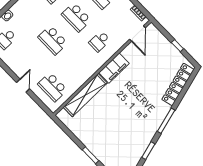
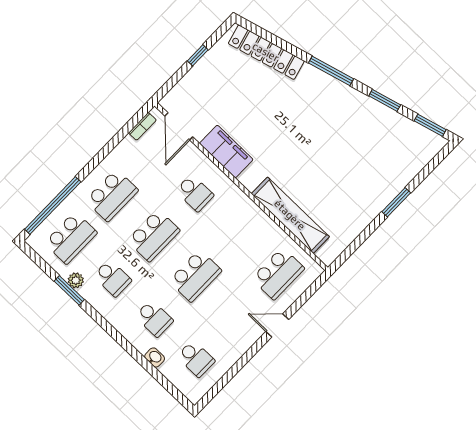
school desk: (29, 16) -> (154, 318), added
door: (138, 34) -> (179, 126), swing flipped
filing cabinet: (114, 68) -> (226, 151), moved

